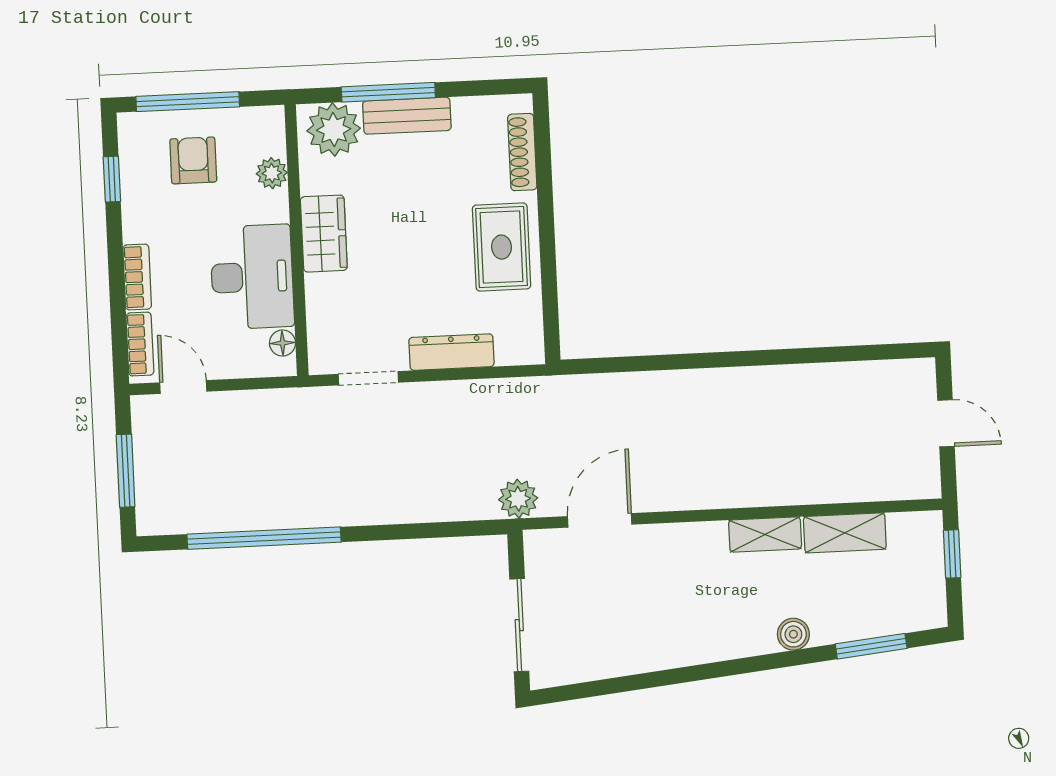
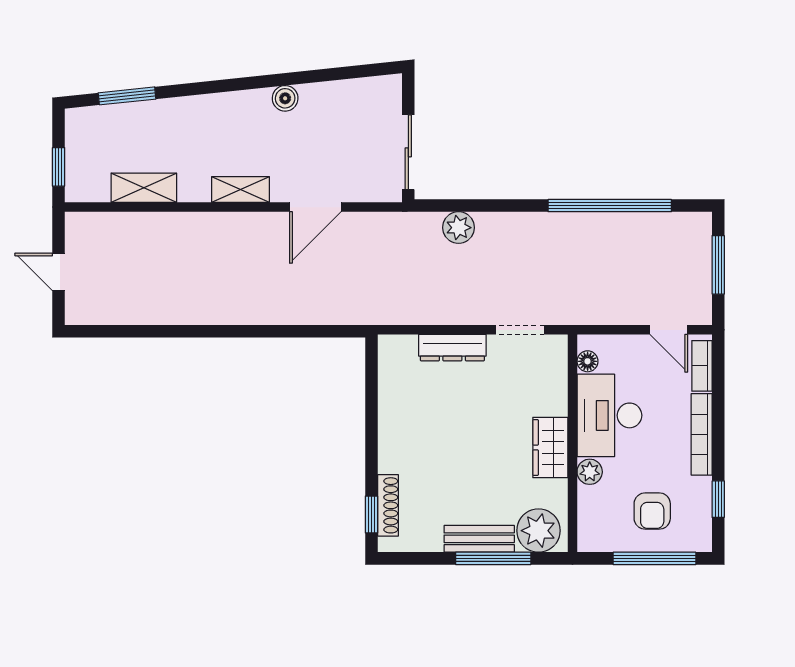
window: (542, 140) -> (371, 514), added
plant: (272, 173) -> (590, 472), moved
rug: (502, 247) -> (408, 430), removed
bookcase: (137, 277) -> (702, 434), width x1.56
plant: (518, 499) -> (459, 228), moved
door: (600, 520) -> (315, 207), moved
shelving: (765, 534) -> (241, 190), moved
sliding door: (519, 625) -> (408, 152), moved
boiler: (793, 634) -> (285, 98), moved

